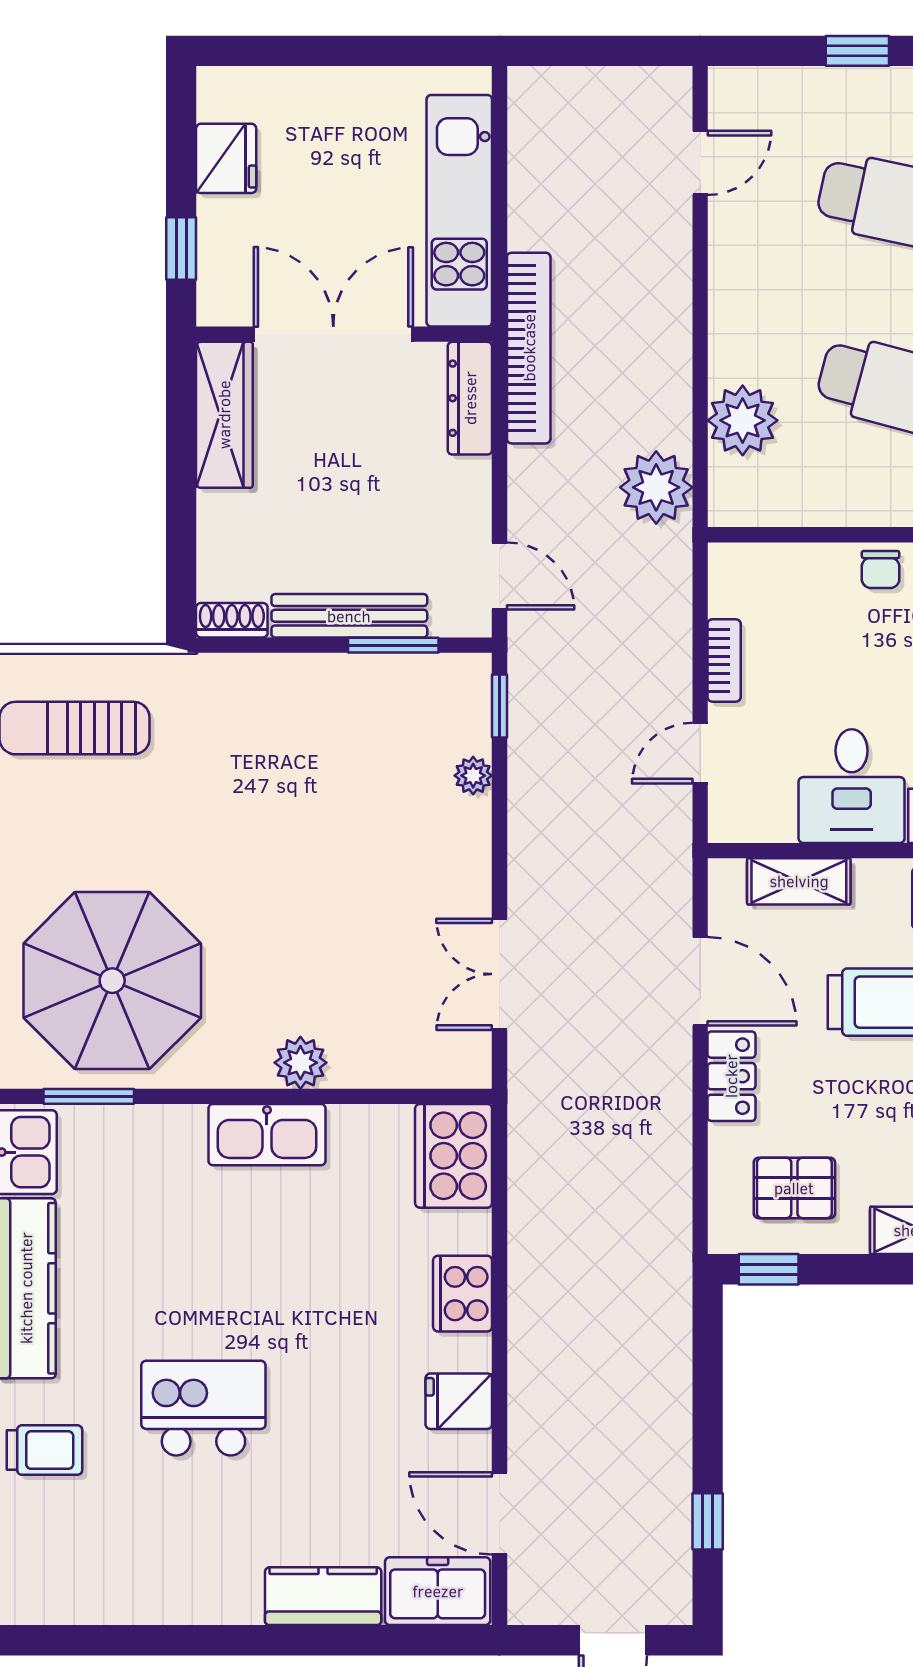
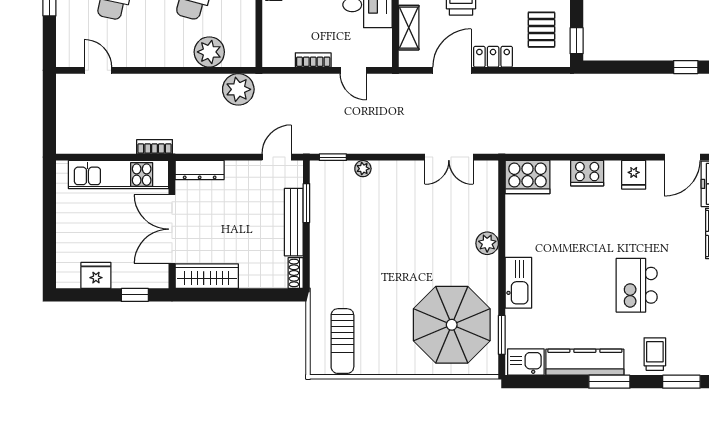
bookcase: (529, 348) -> (155, 147), width x0.43, depth x0.76
kitchen sink: (267, 1135) -> (518, 283), moved

